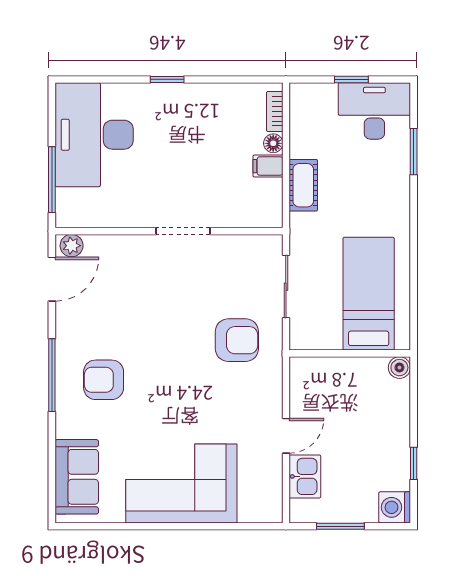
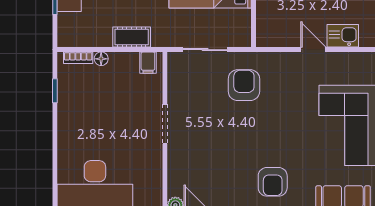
window: (167, 79) -> (55, 91), moved
filing cabinet: (268, 166) -> (148, 63), moved

